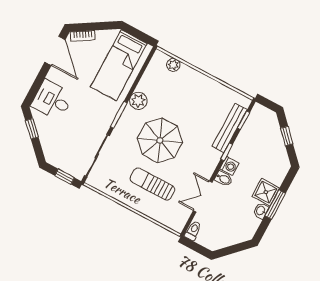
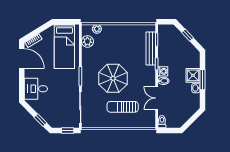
plant: (138, 101) -> (87, 41), moved
window: (32, 129) -> (40, 120), moved

